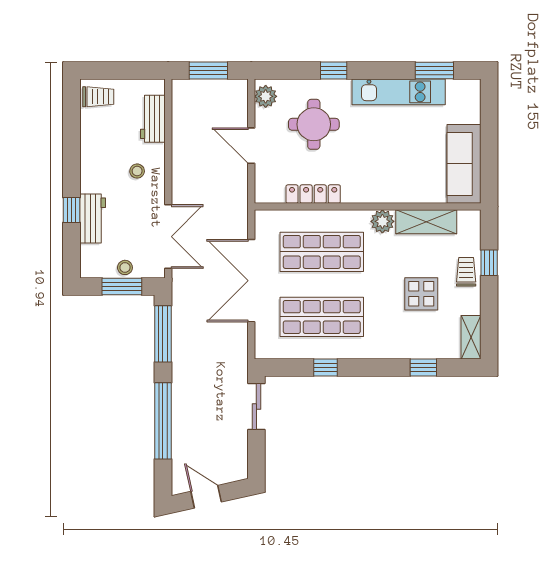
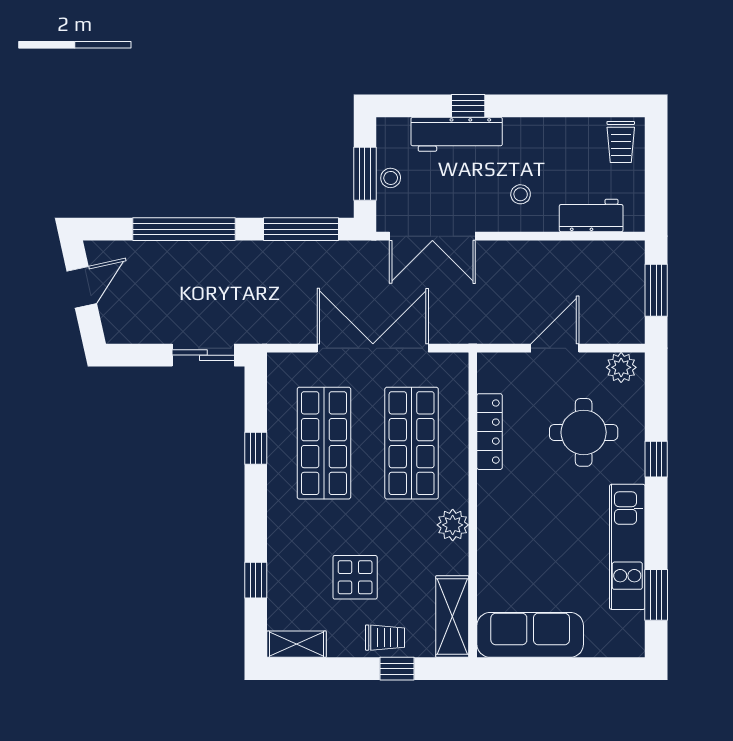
workbench: (93, 218) -> (457, 134), width x1.38
shelving: (426, 222) -> (452, 617), moved

